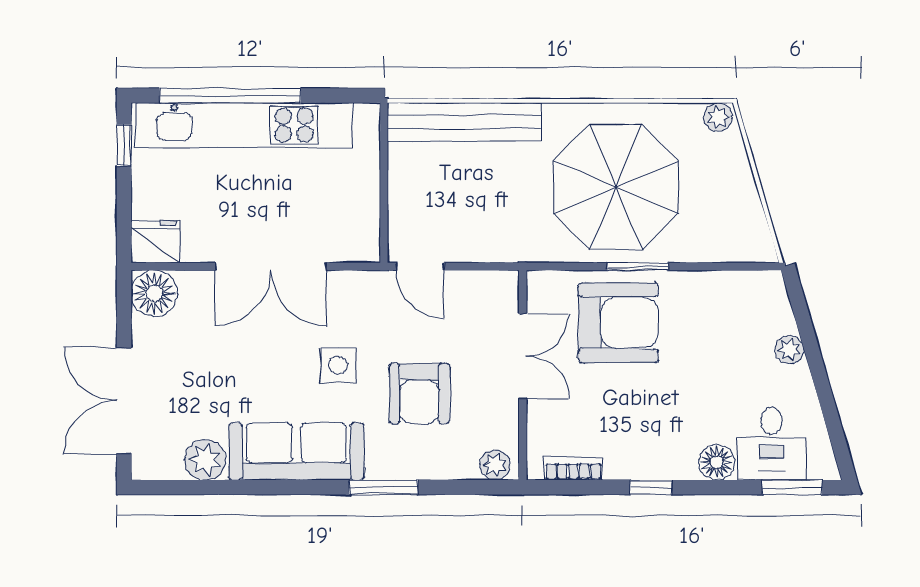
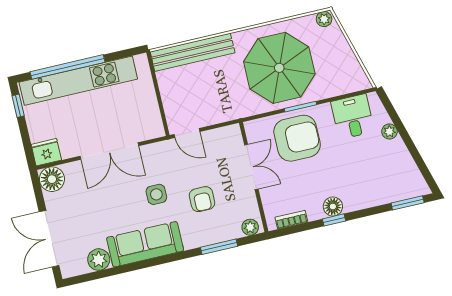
armchair: (419, 393) -> (202, 199), width x0.72, depth x0.72
desk: (772, 443) -> (353, 117), moved, turned 180
floor lamp: (717, 462) -> (333, 206), moved
window: (384, 487) -> (219, 247), moved

